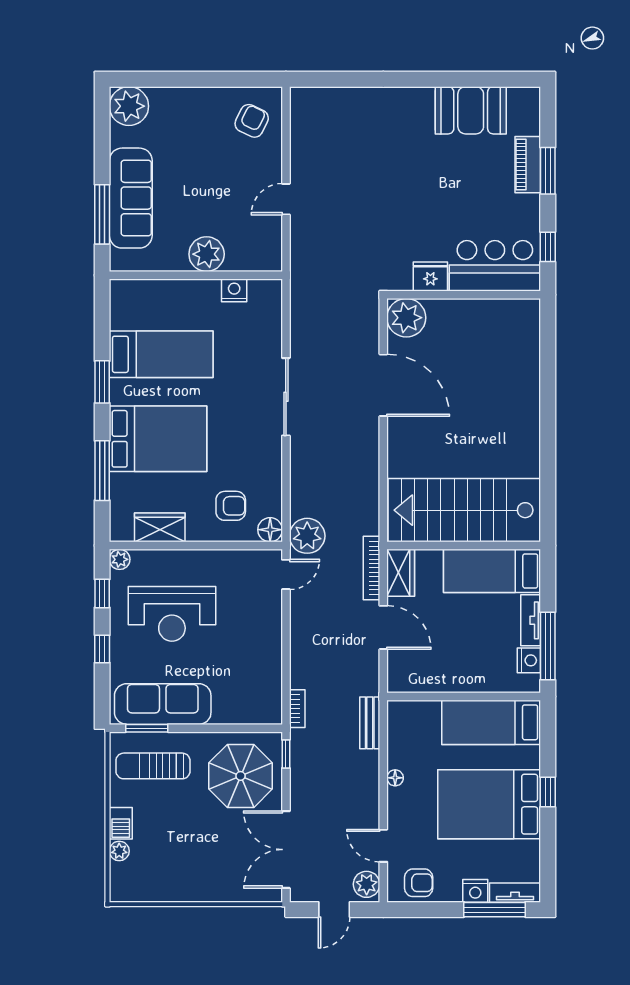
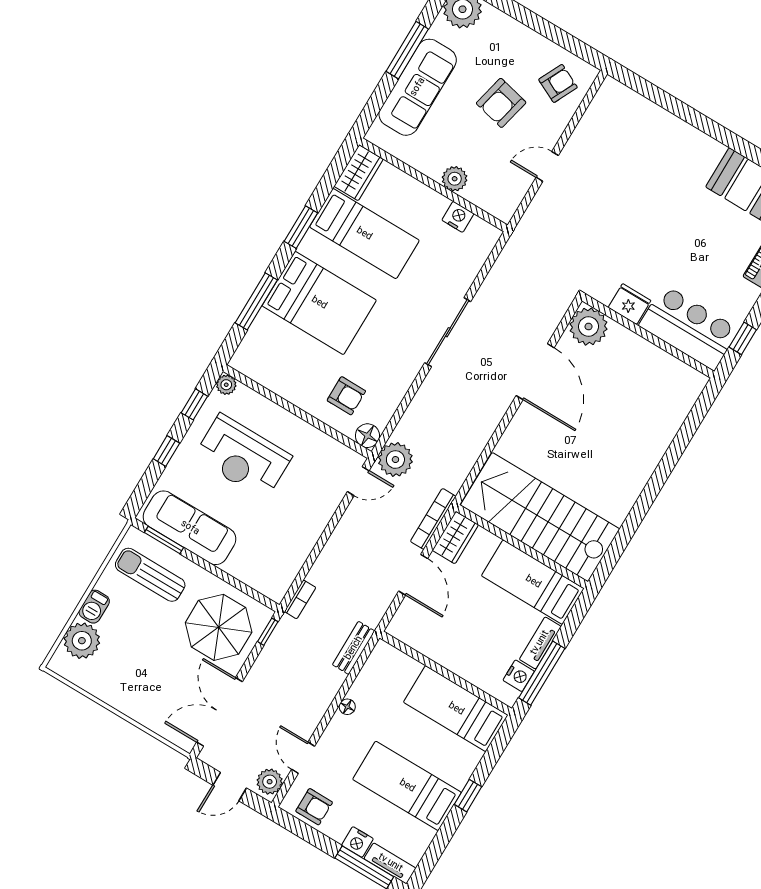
armchair: (212, 168) -> (501, 103), added
window: (102, 214) -> (407, 50), moved
plant: (207, 254) -> (455, 179), width x0.73, depth x0.73
wardrobe: (160, 527) -> (359, 173), moved, turned 90
bed: (489, 804) -> (407, 786), width x0.67
plant: (119, 851) -> (82, 641), width x1.87, depth x1.87

